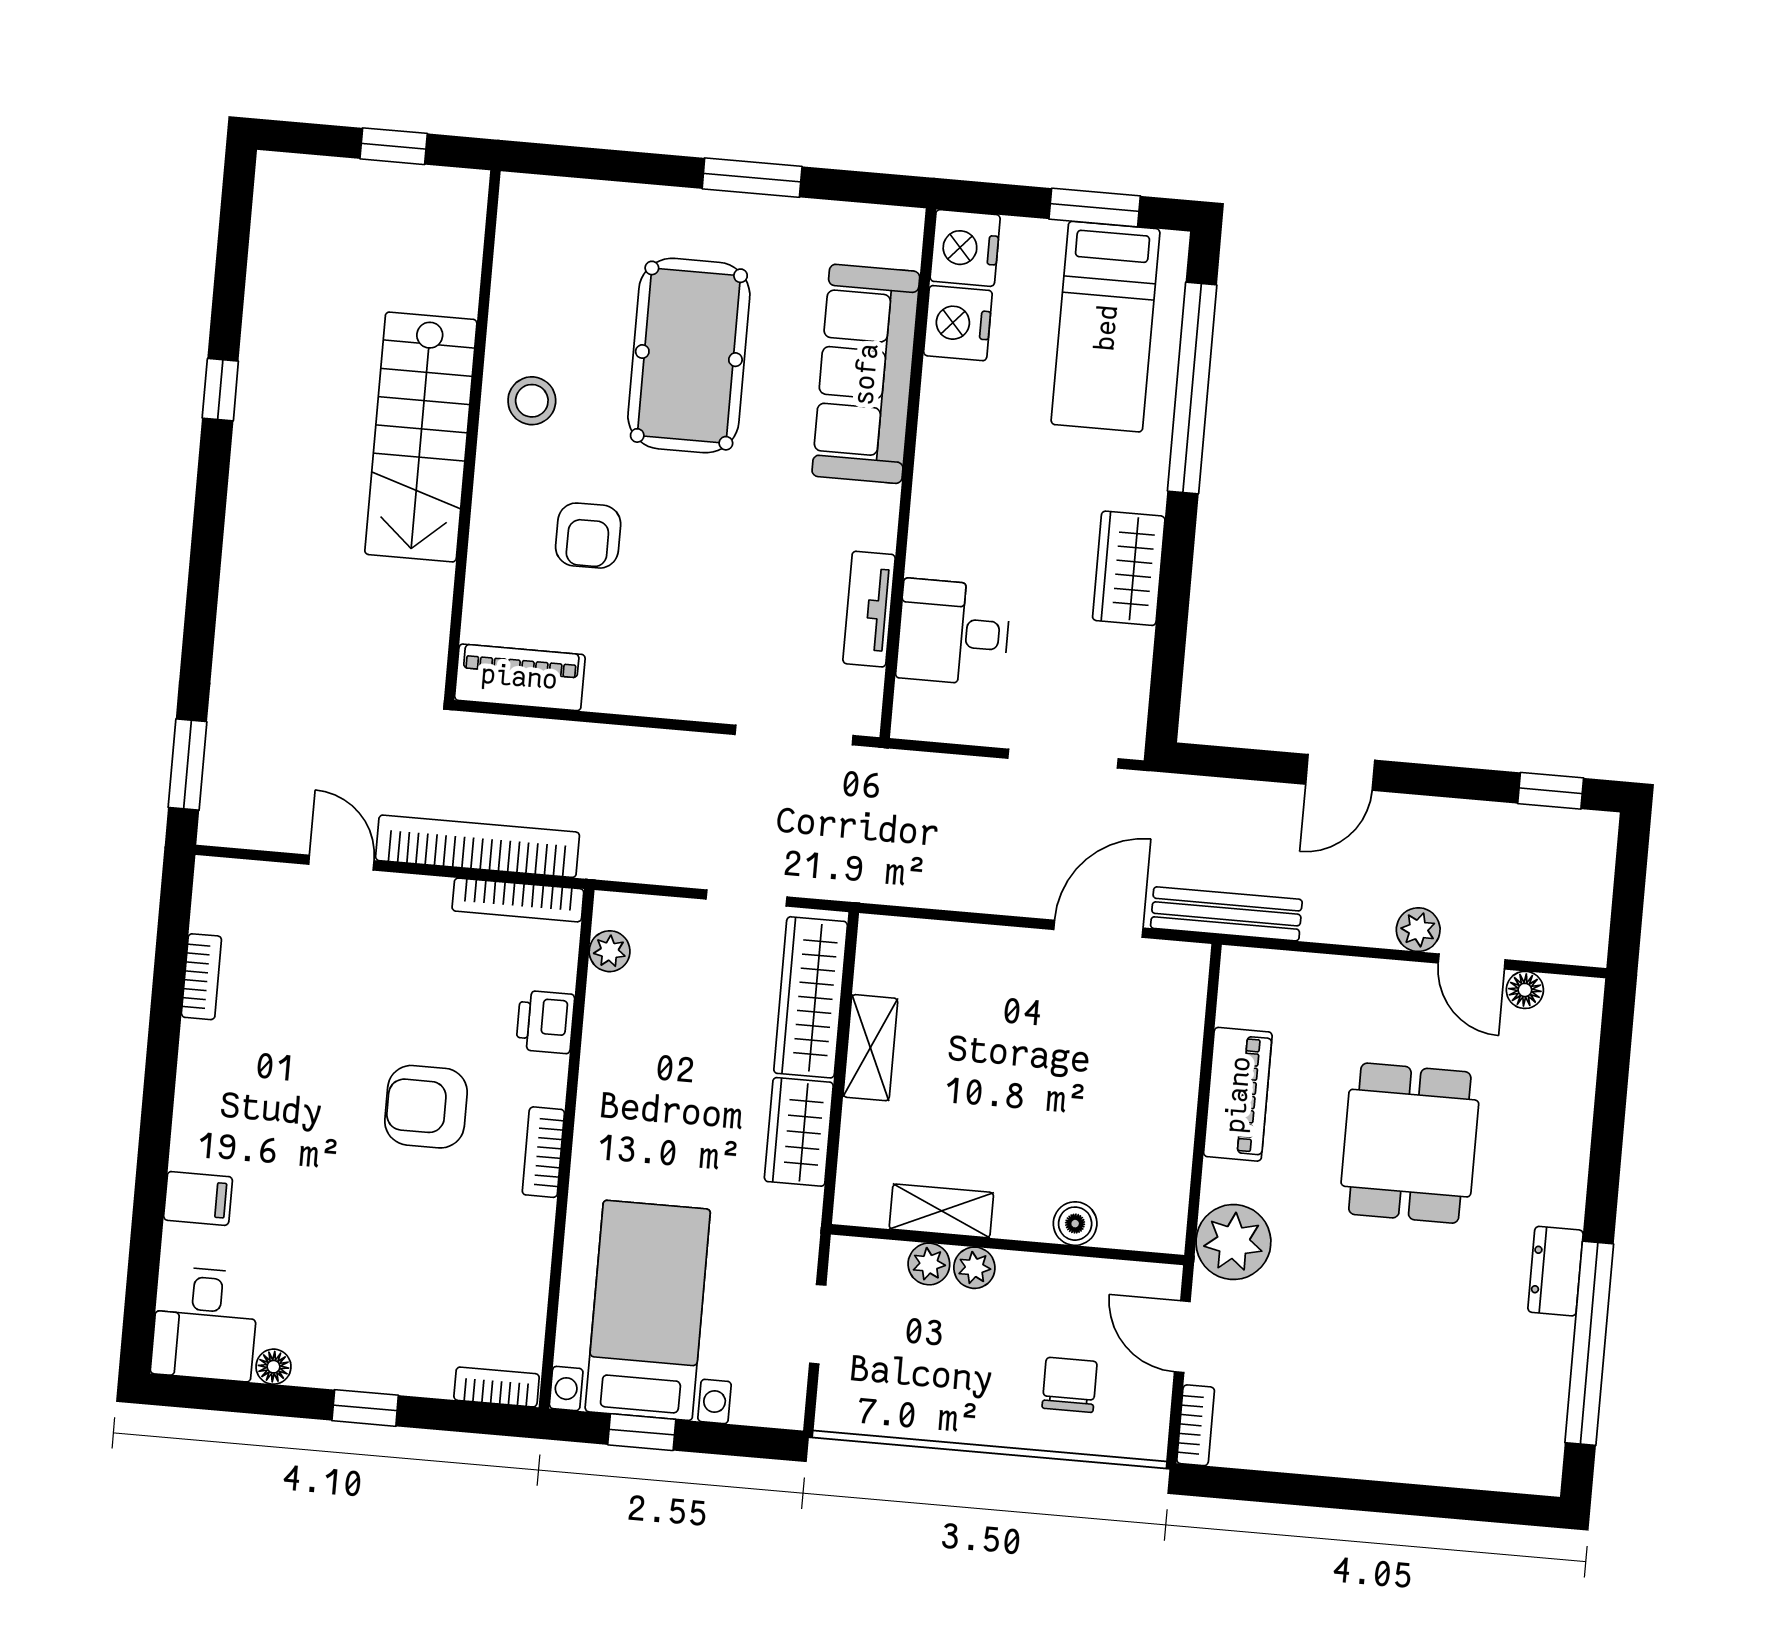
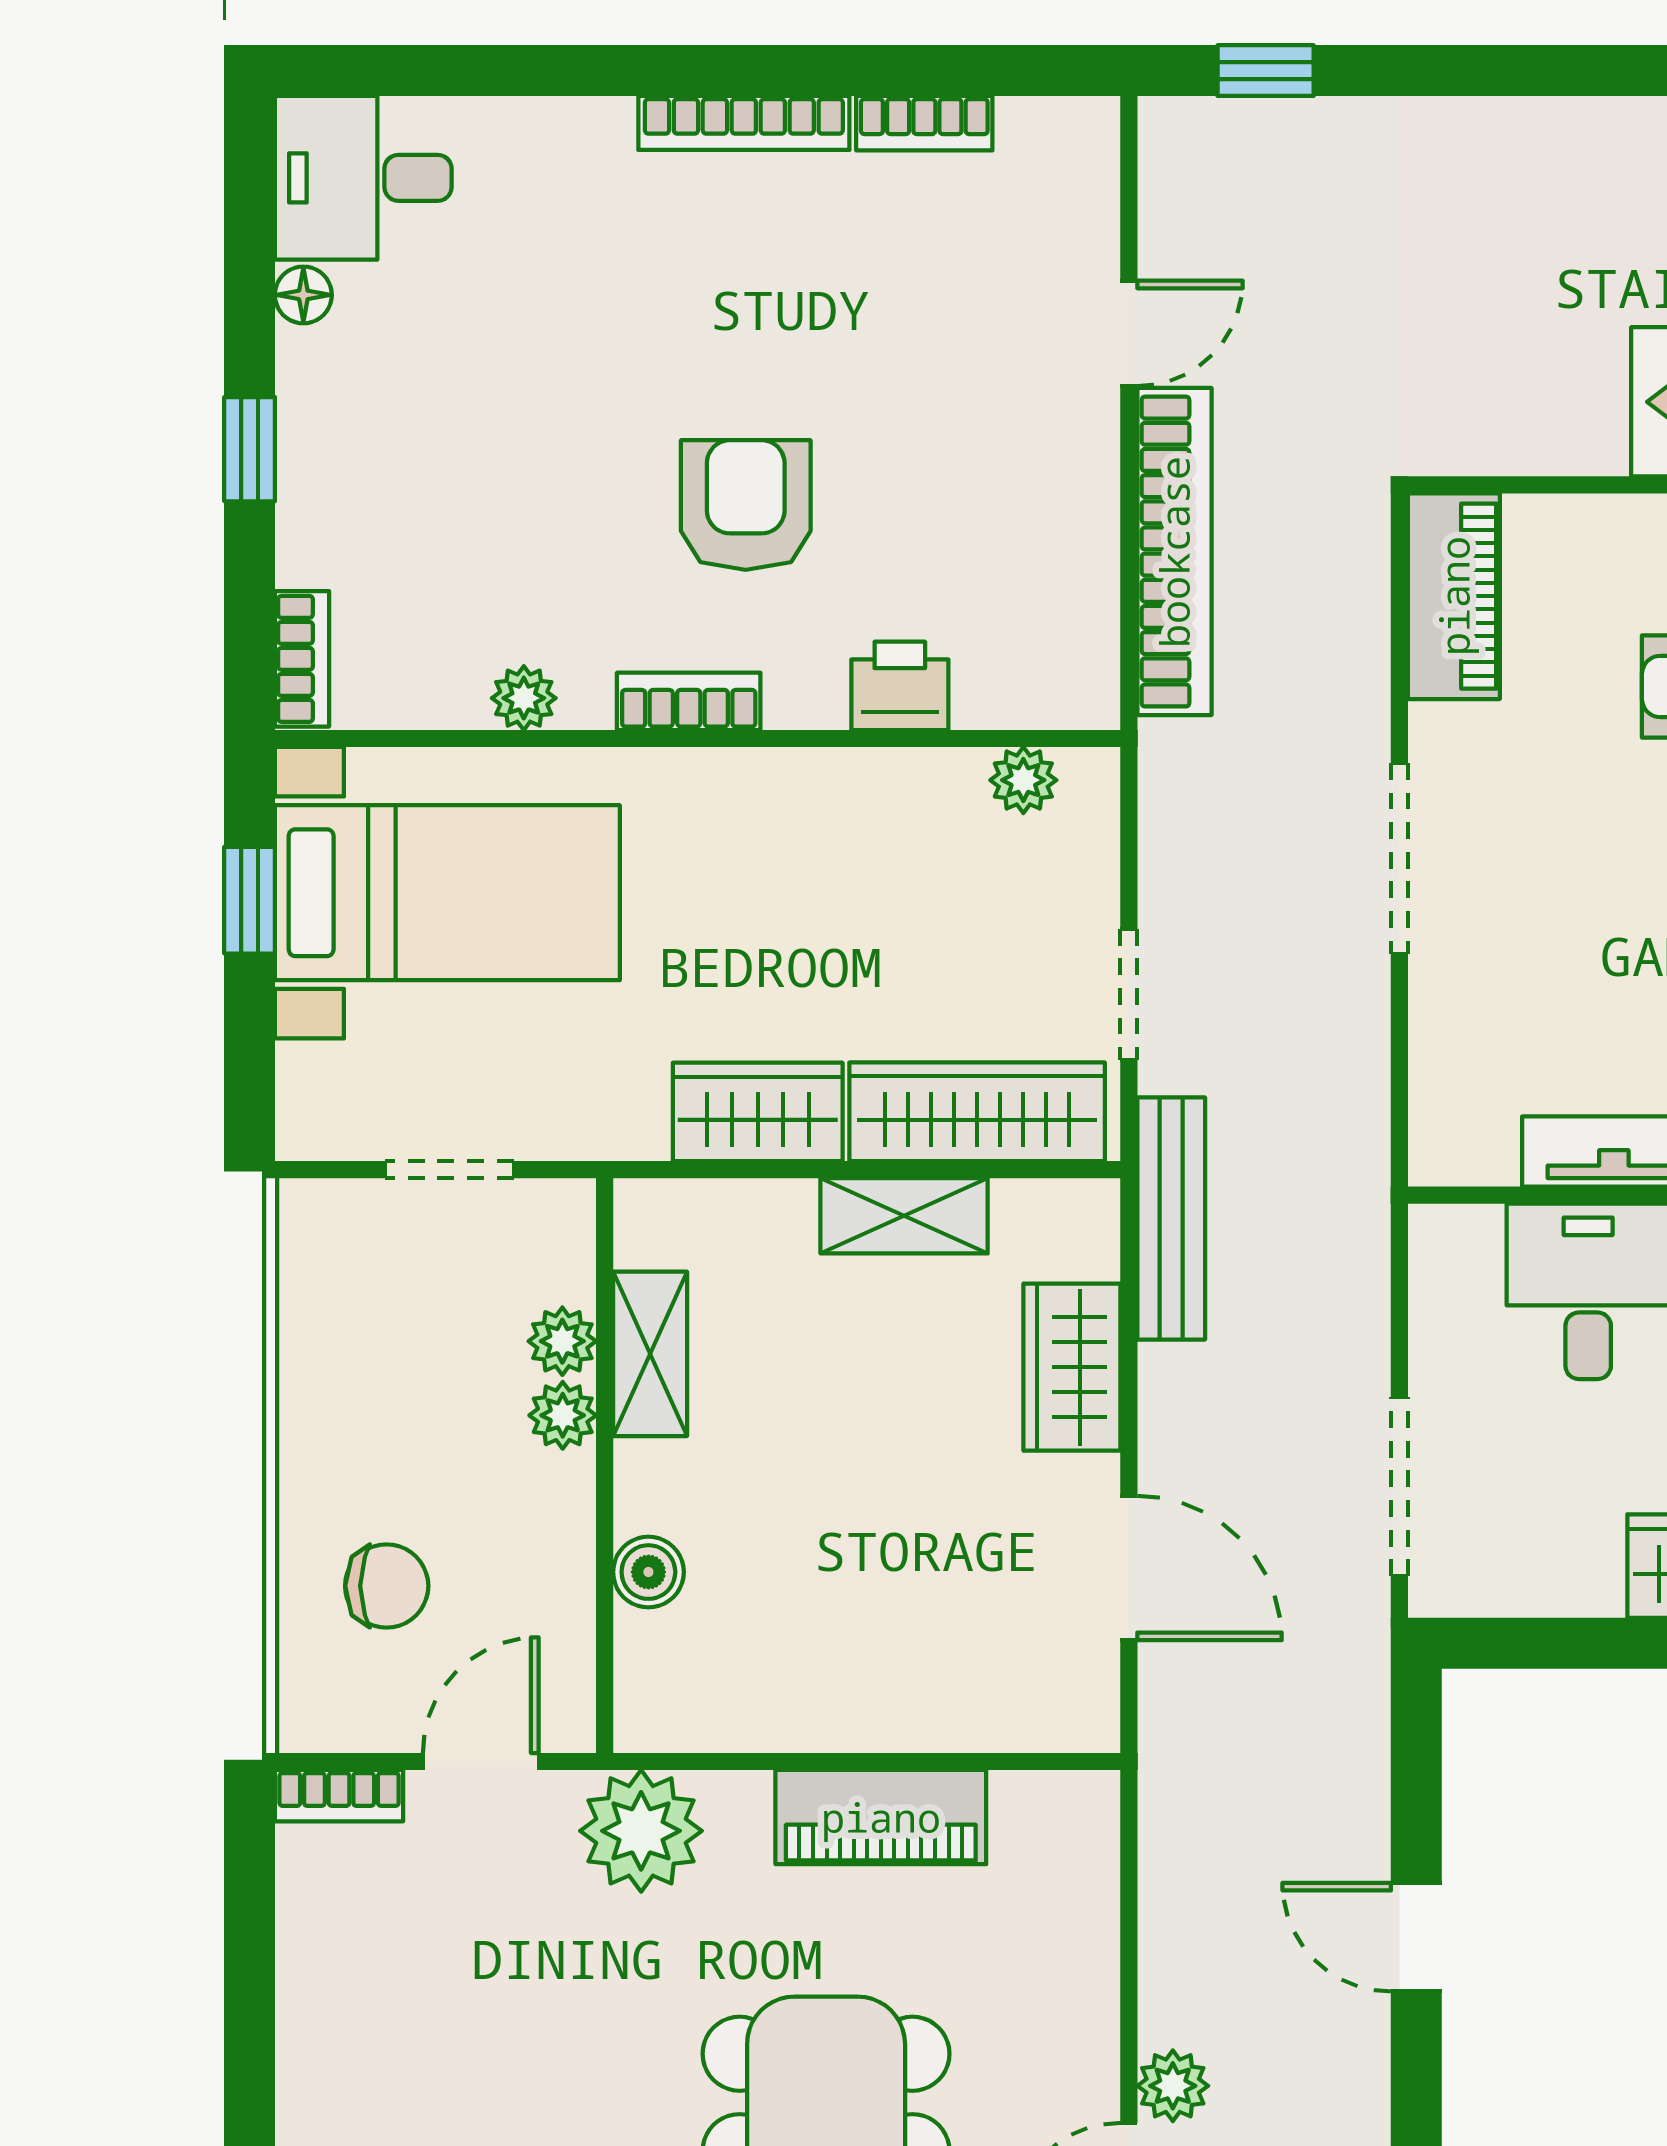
doorway: (794, 735) -> (1399, 859), moved
window: (188, 765) -> (1266, 71), width x0.67
bookcase: (518, 900) -> (744, 123), moved, turned -90
bench: (1226, 914) -> (1171, 1219), moved
wardrobe: (972, 953) -> (1072, 1367), added
filing cabinet: (198, 1198) -> (565, 149), removed
plant: (533, 1253) -> (524, 698), added

